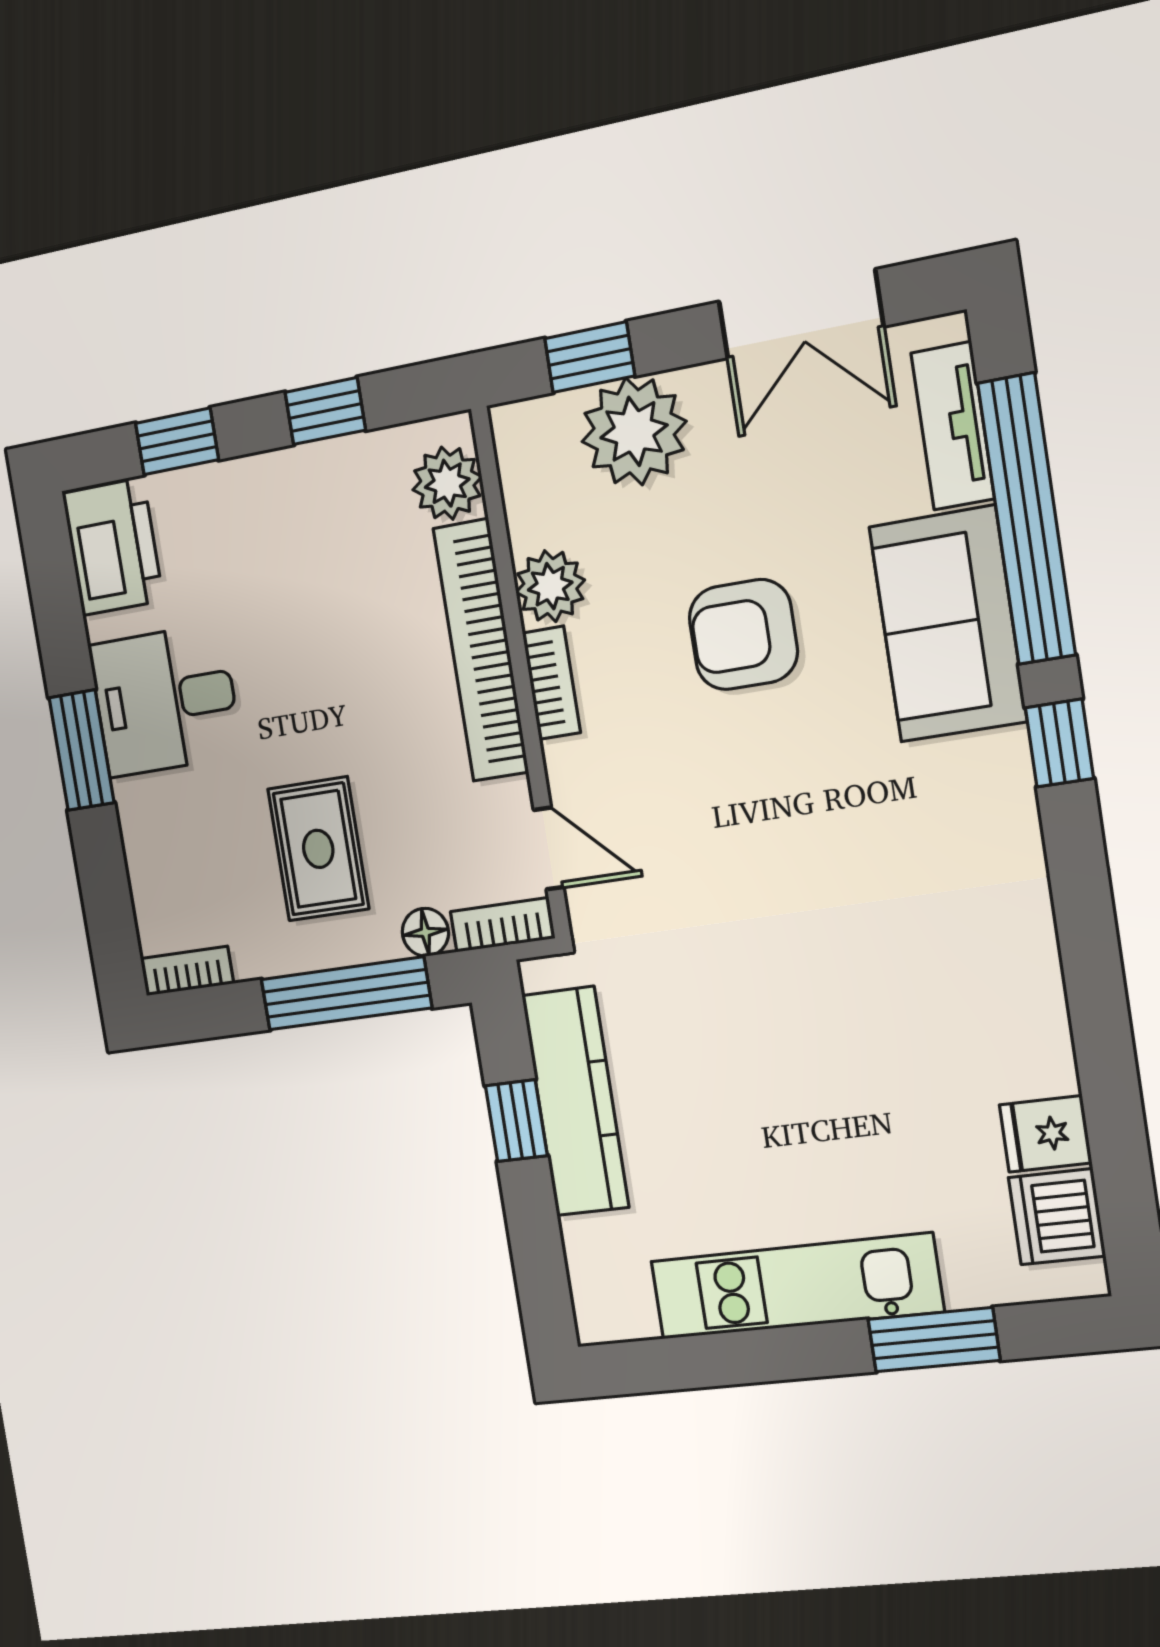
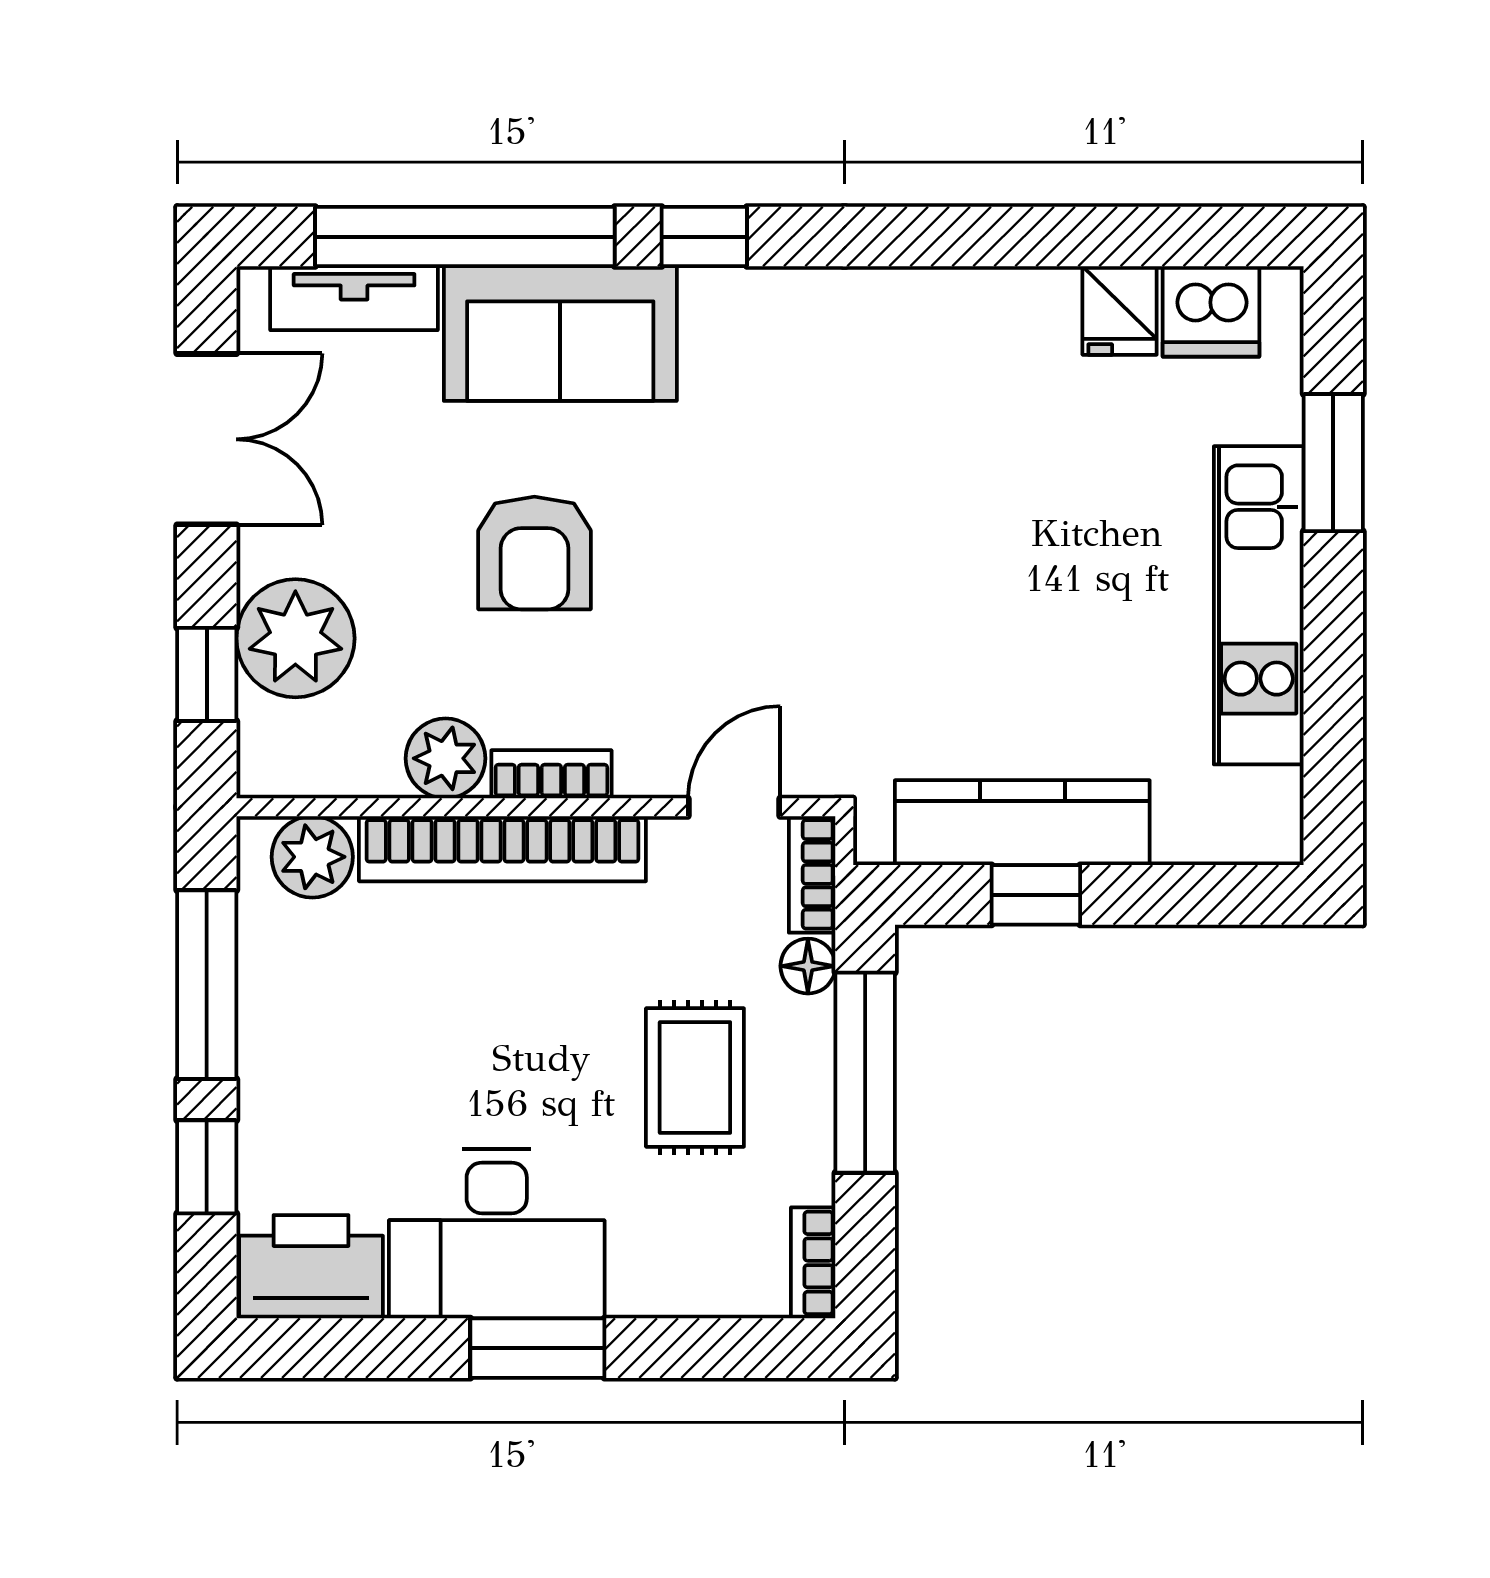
window: (325, 411) -> (207, 985), width x2.17
desk: (165, 700) -> (497, 1234), width x1.37
rug: (318, 849) -> (695, 1077), turned 90

